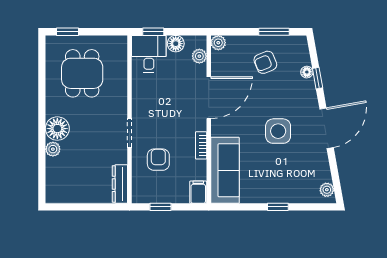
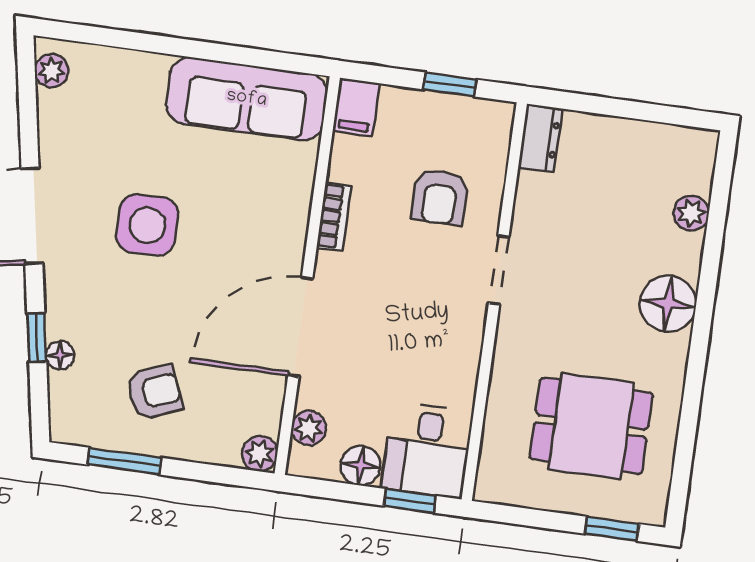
dining table: (82, 73) -> (591, 426), turned 90
plant: (53, 149) -> (691, 213), moved
sofa: (225, 170) -> (247, 99), moved, turned -90
dresser: (120, 184) -> (540, 138), width x0.70
window: (278, 207) -> (173, 46), removed

